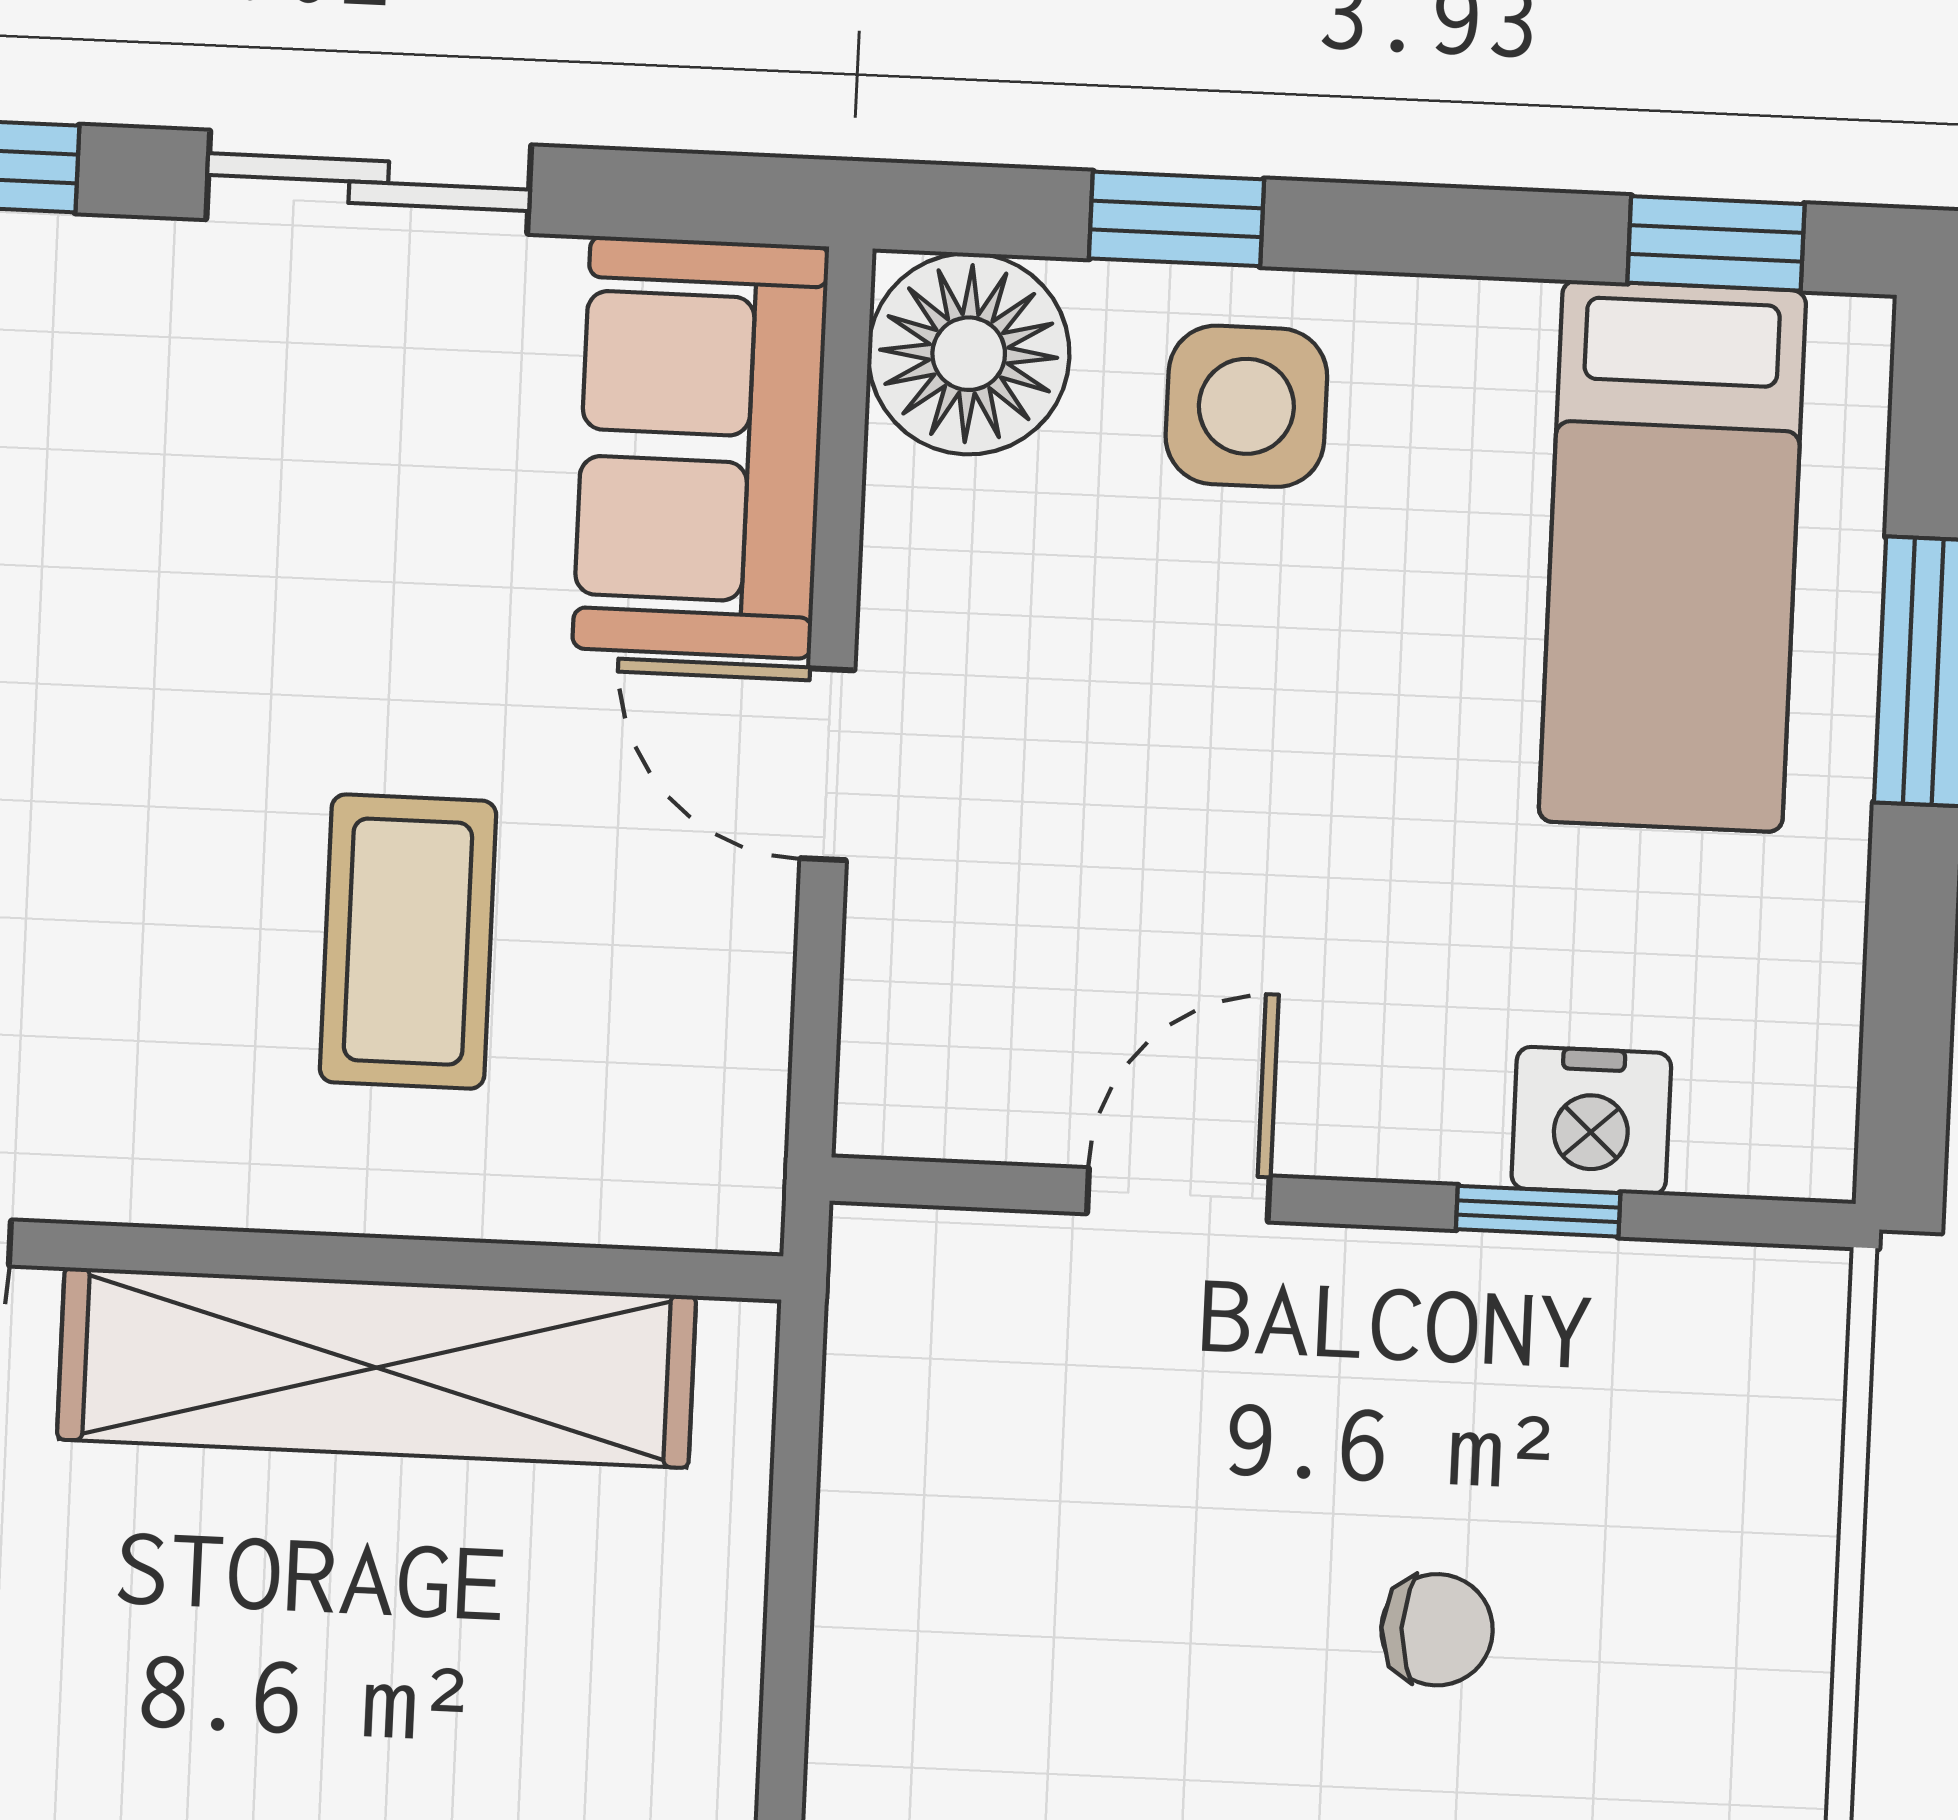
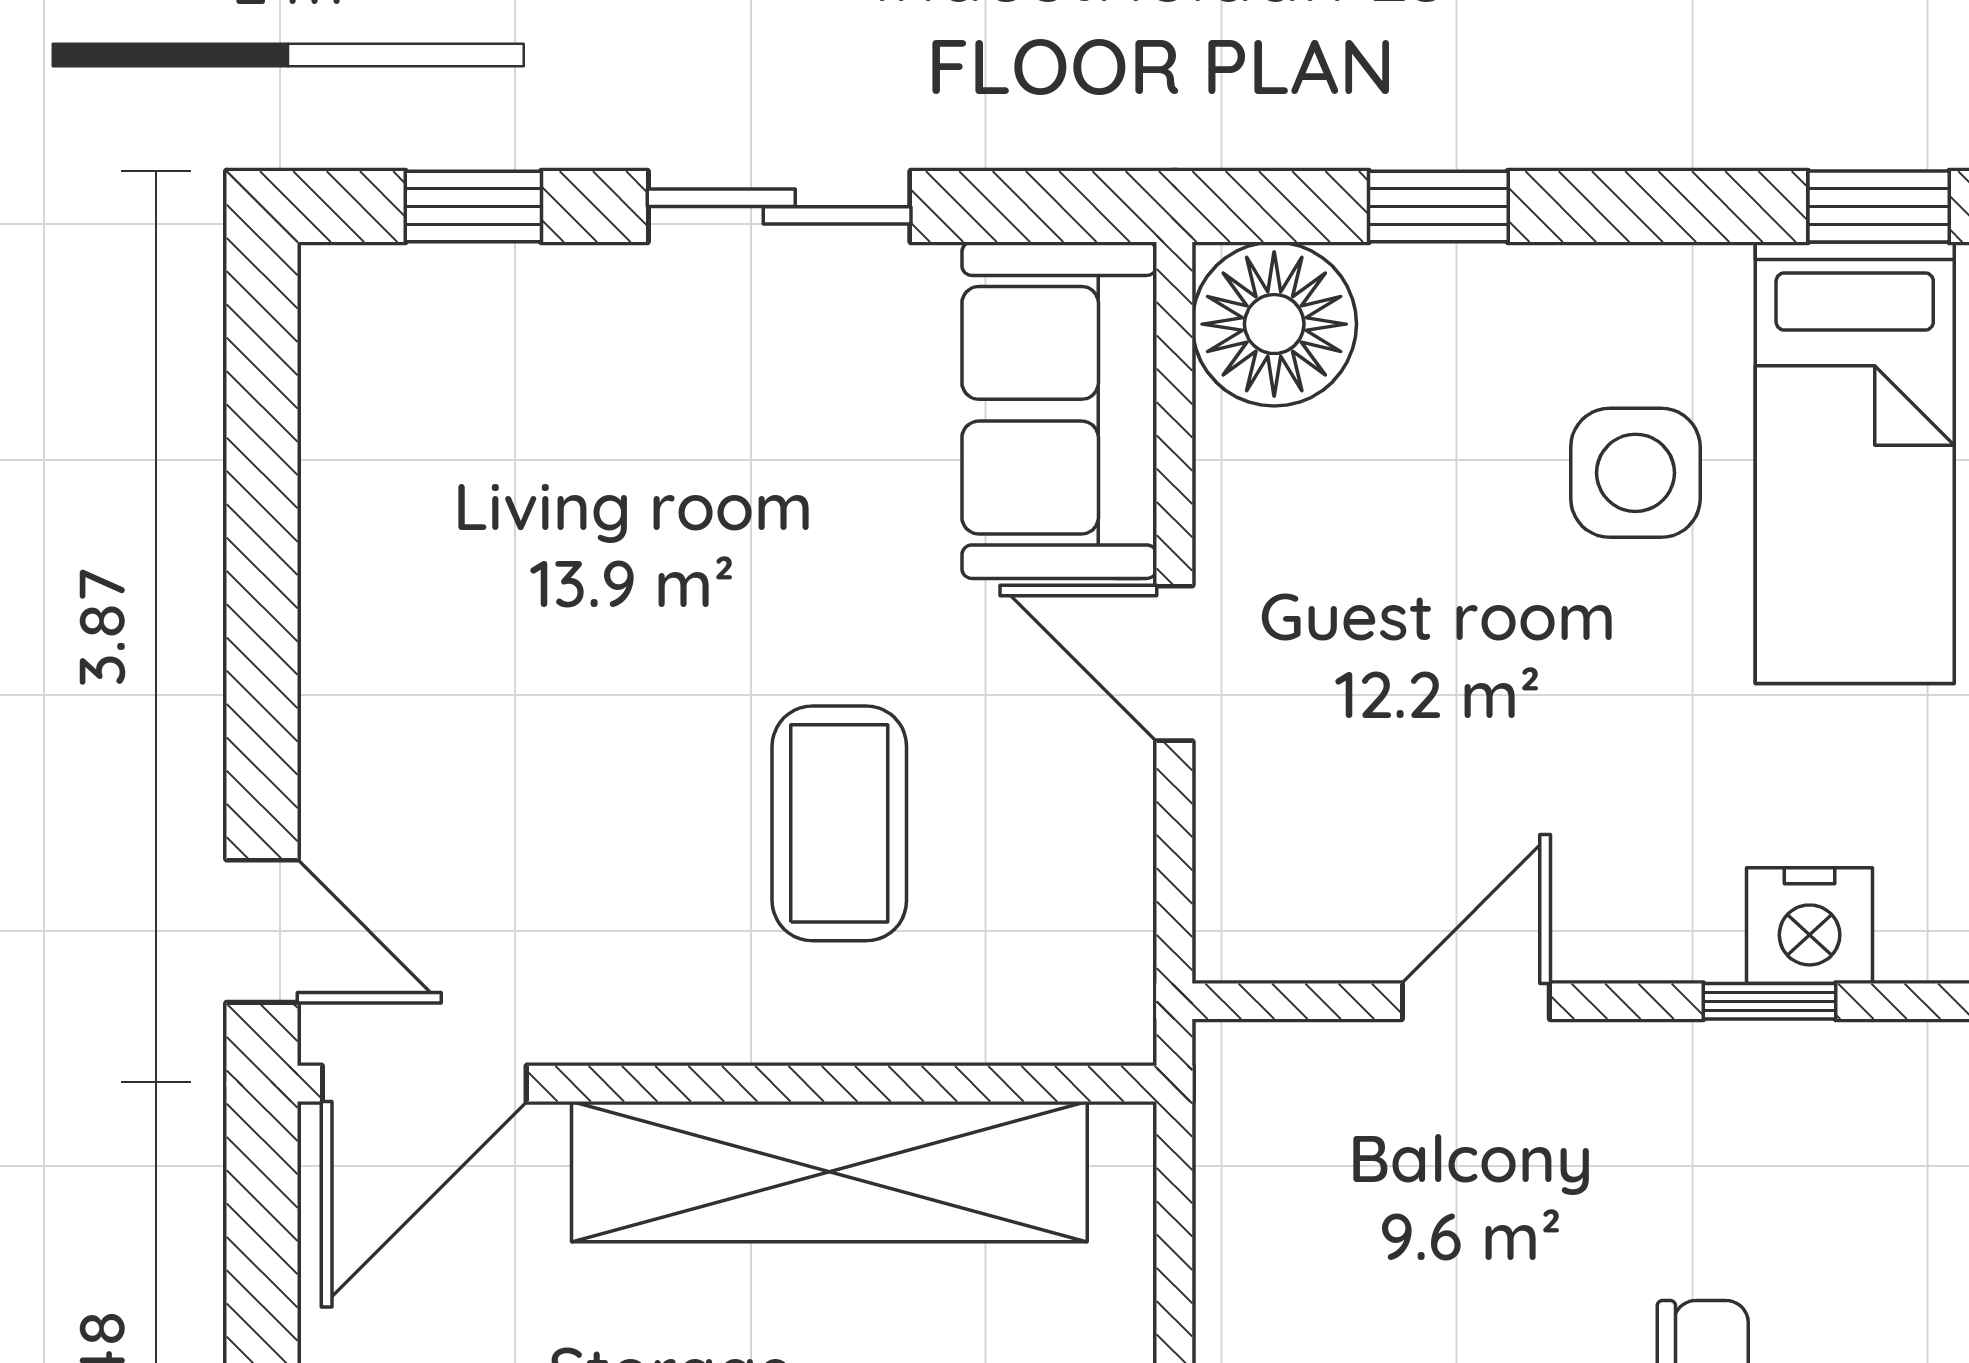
side table: (1246, 406) -> (1635, 473), moved

